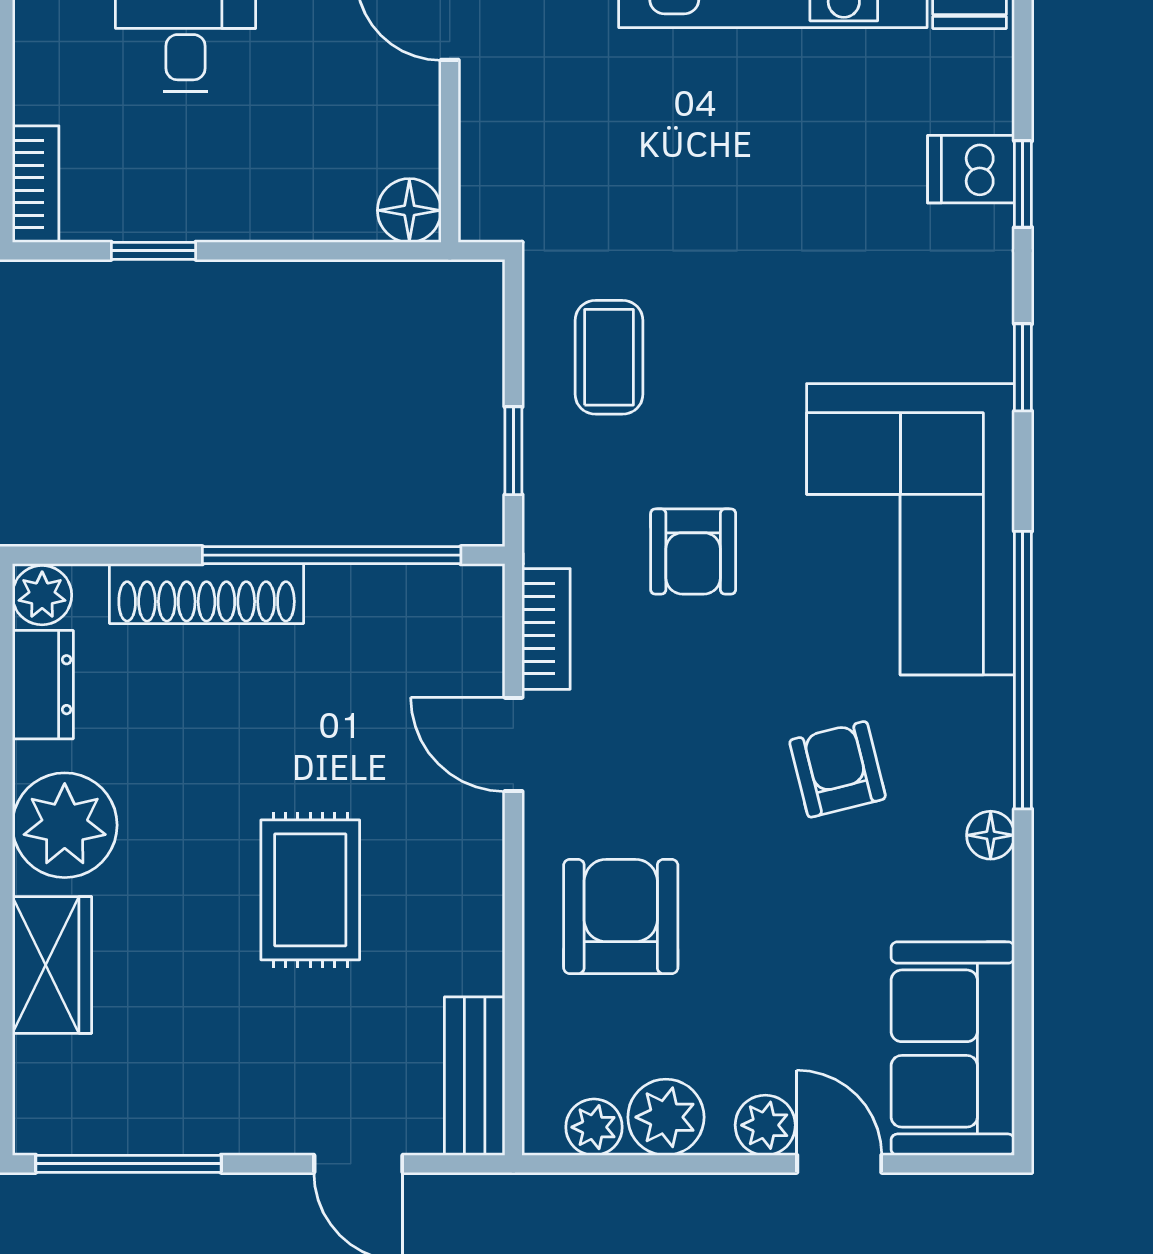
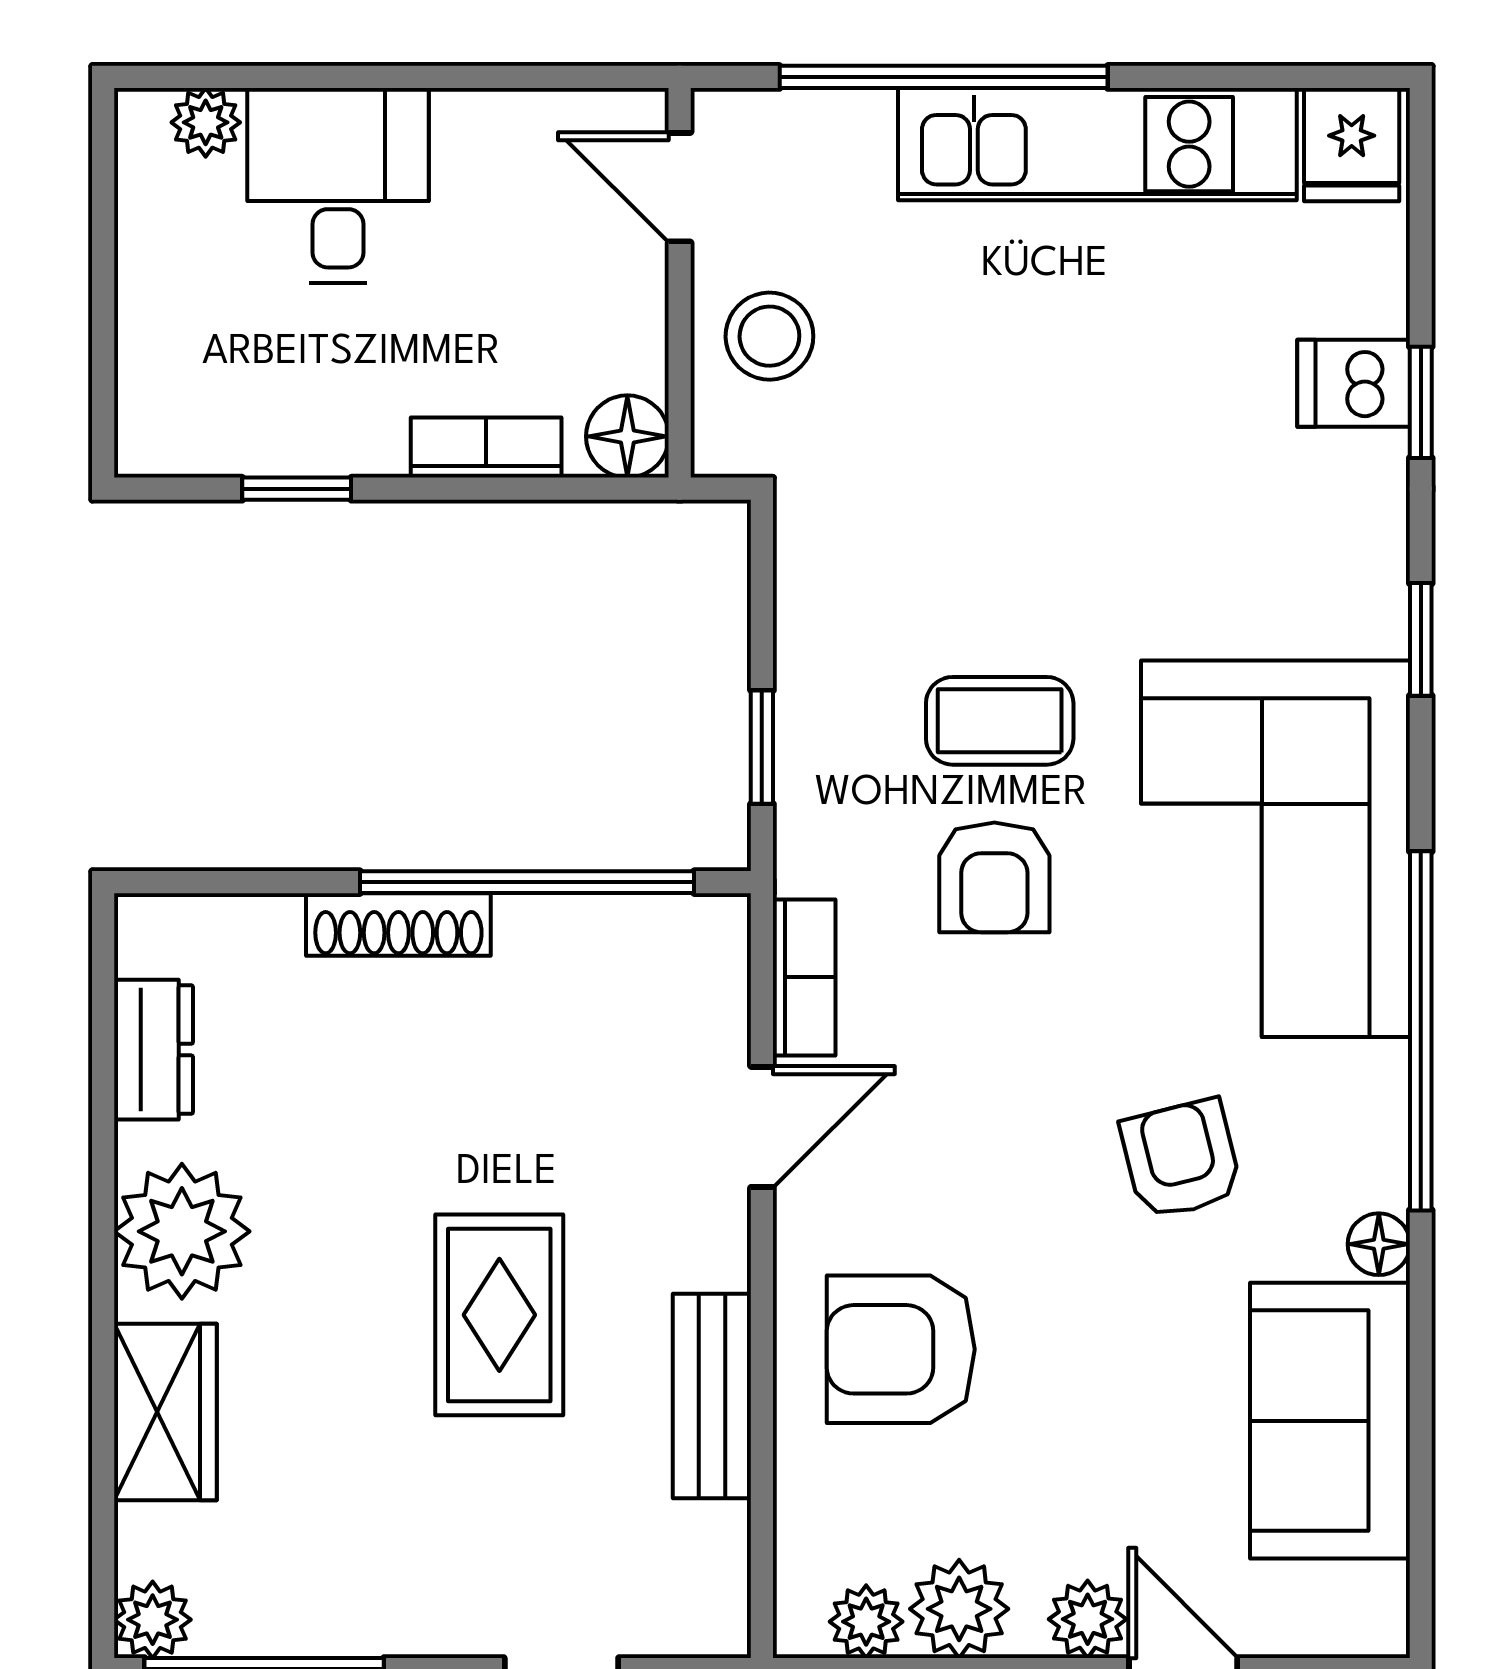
stool: (519, 133) -> (769, 336), added
bookcase: (36, 184) -> (486, 448), moved, turned -90
coffee table: (609, 357) -> (1000, 721), moved, turned 90
shoe rack: (207, 594) -> (398, 925), width x0.74, depth x0.81
plant: (42, 595) -> (153, 1620), moved
door: (513, 744) -> (762, 1127), swing flipped
armchair: (621, 916) -> (901, 1349), turned -90
sofa: (953, 1049) -> (1330, 1421), moved
bench: (475, 1076) -> (712, 1396), moved

